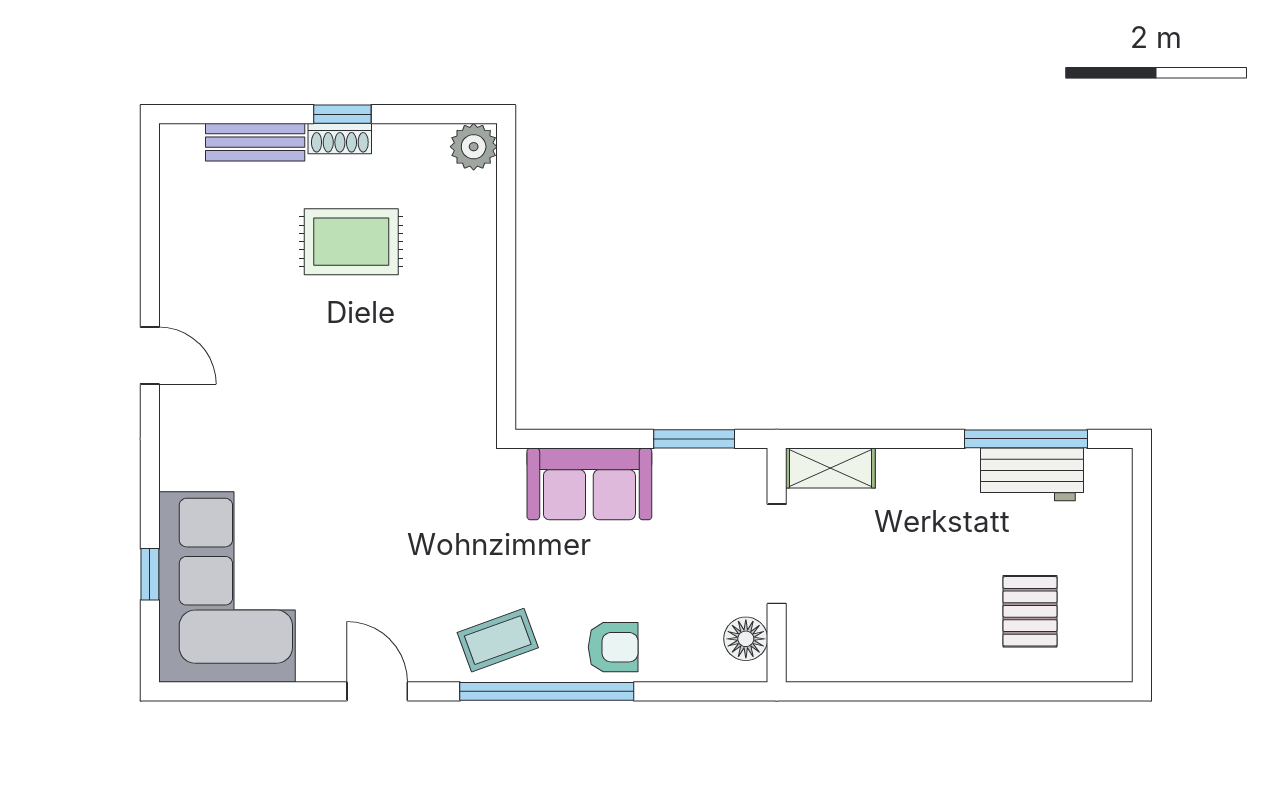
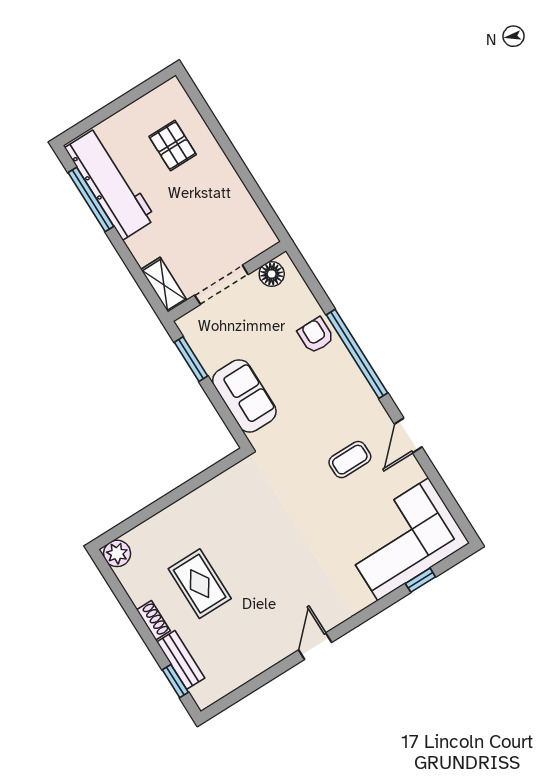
window: (342, 114) -> (175, 681), moved
workbench: (1032, 474) -> (110, 183), width x1.88, depth x1.32
pallet: (1030, 611) -> (173, 146), turned 90
coffee table: (498, 640) -> (350, 460), moved, turned -70

